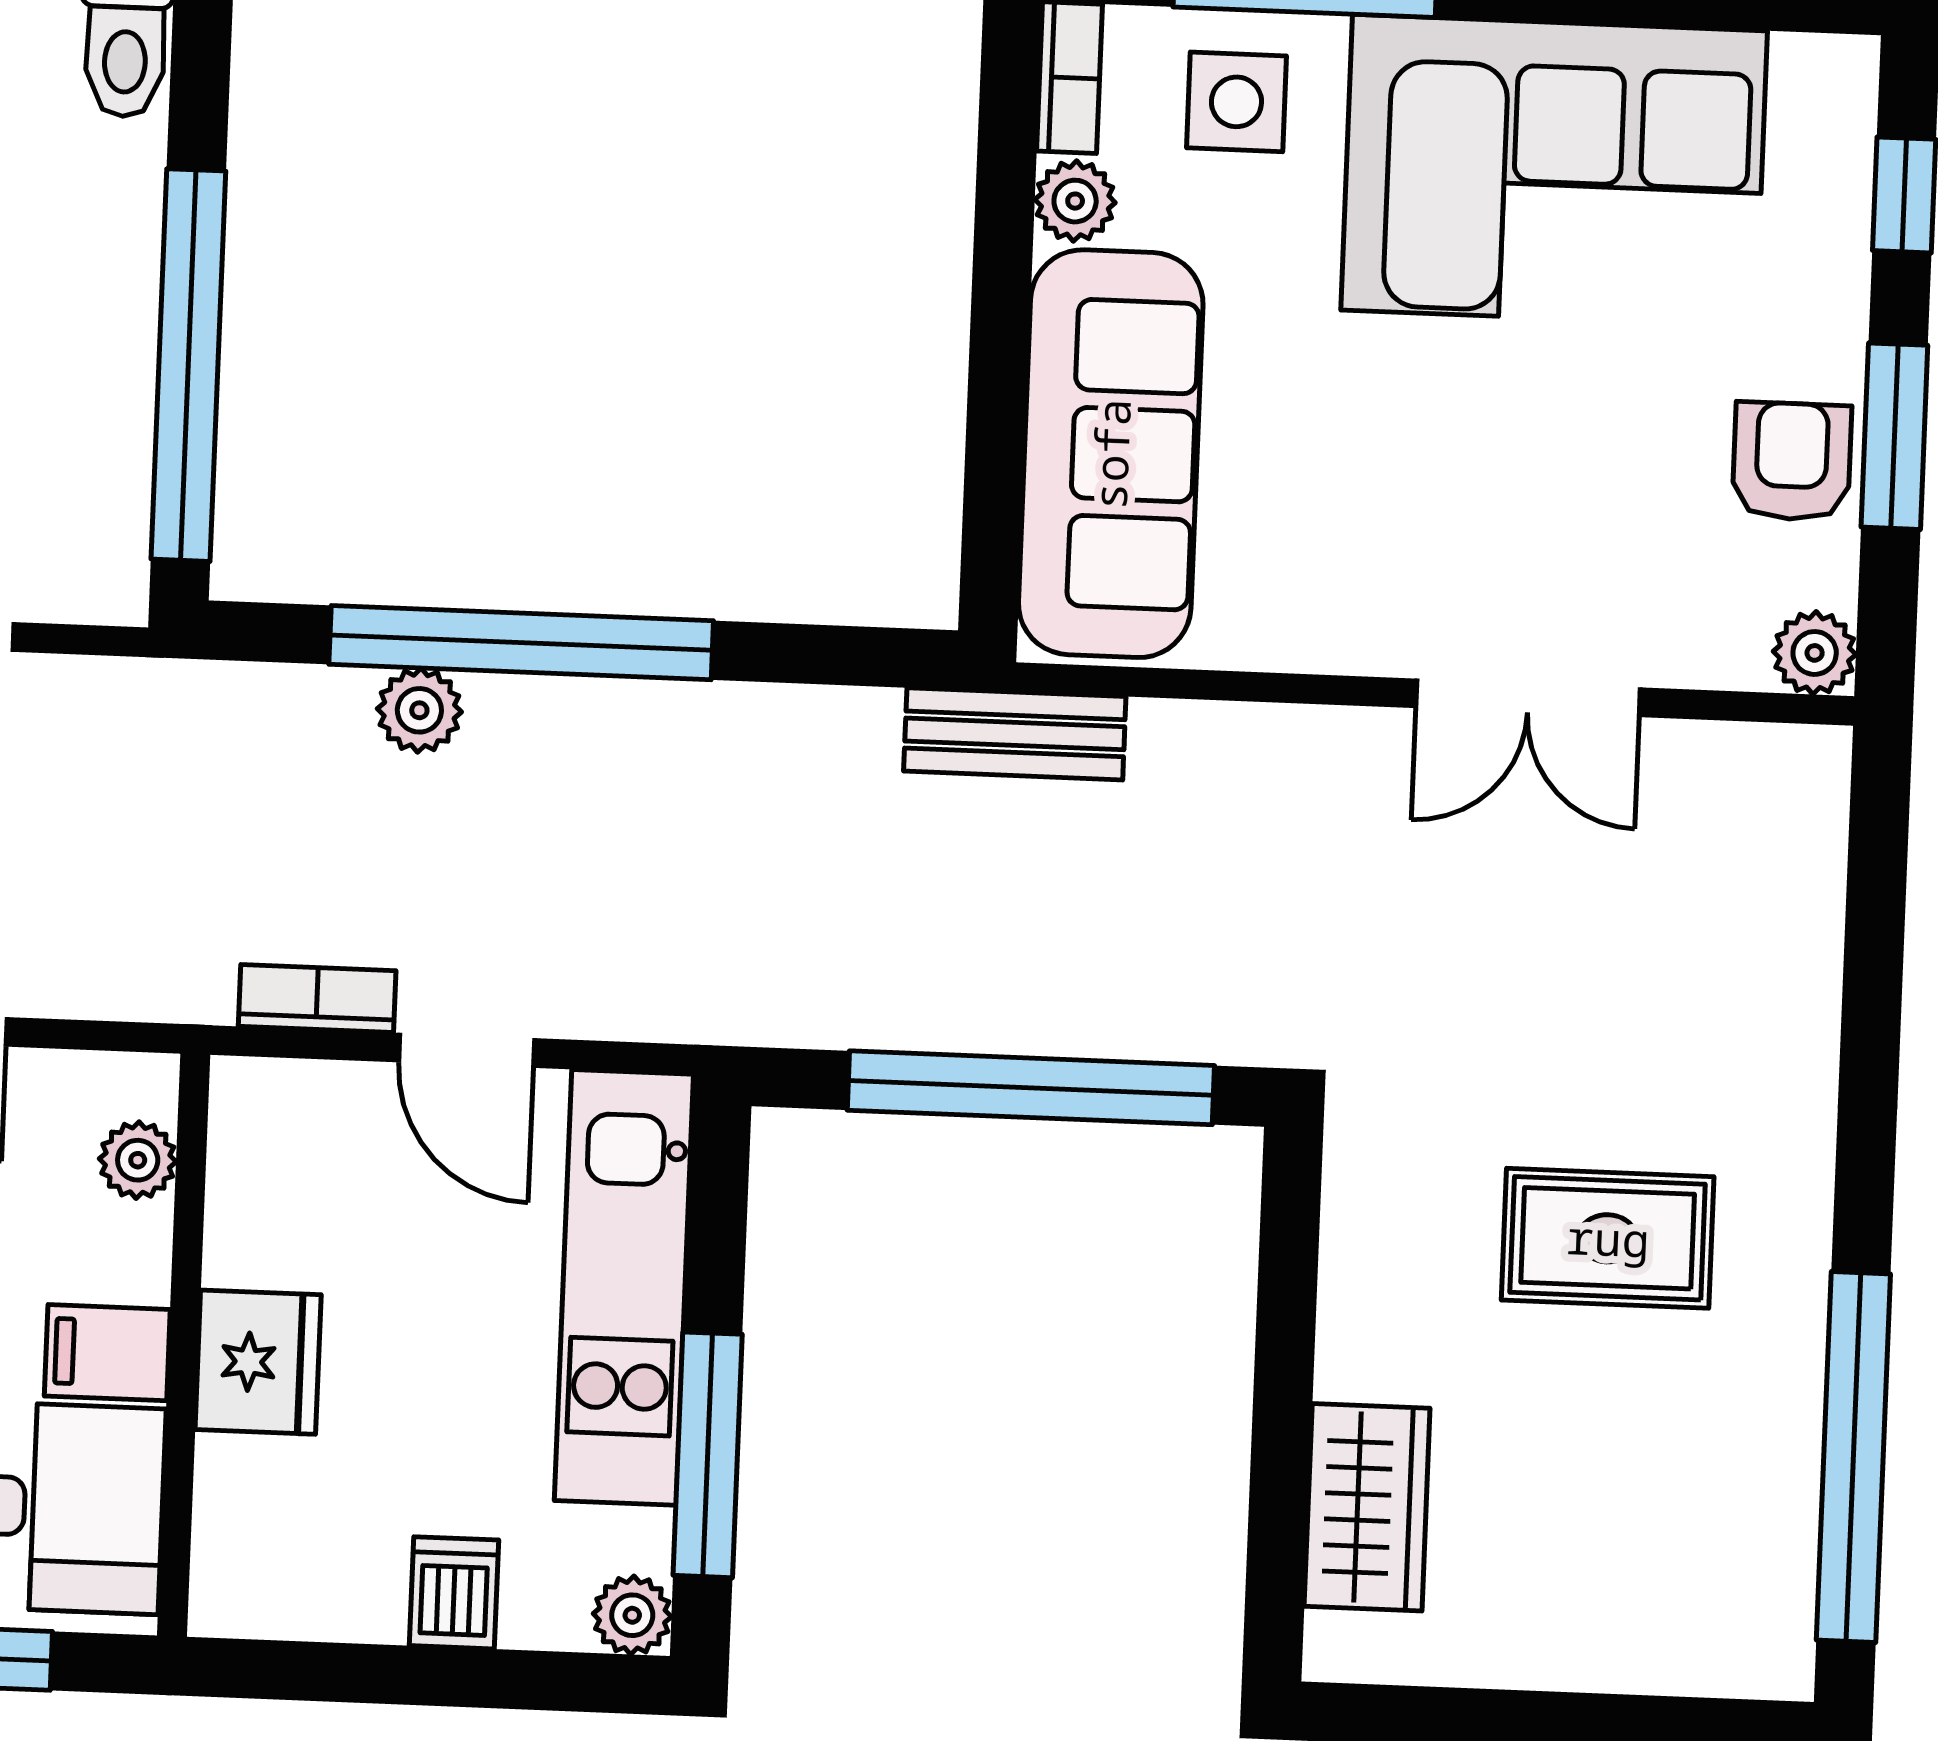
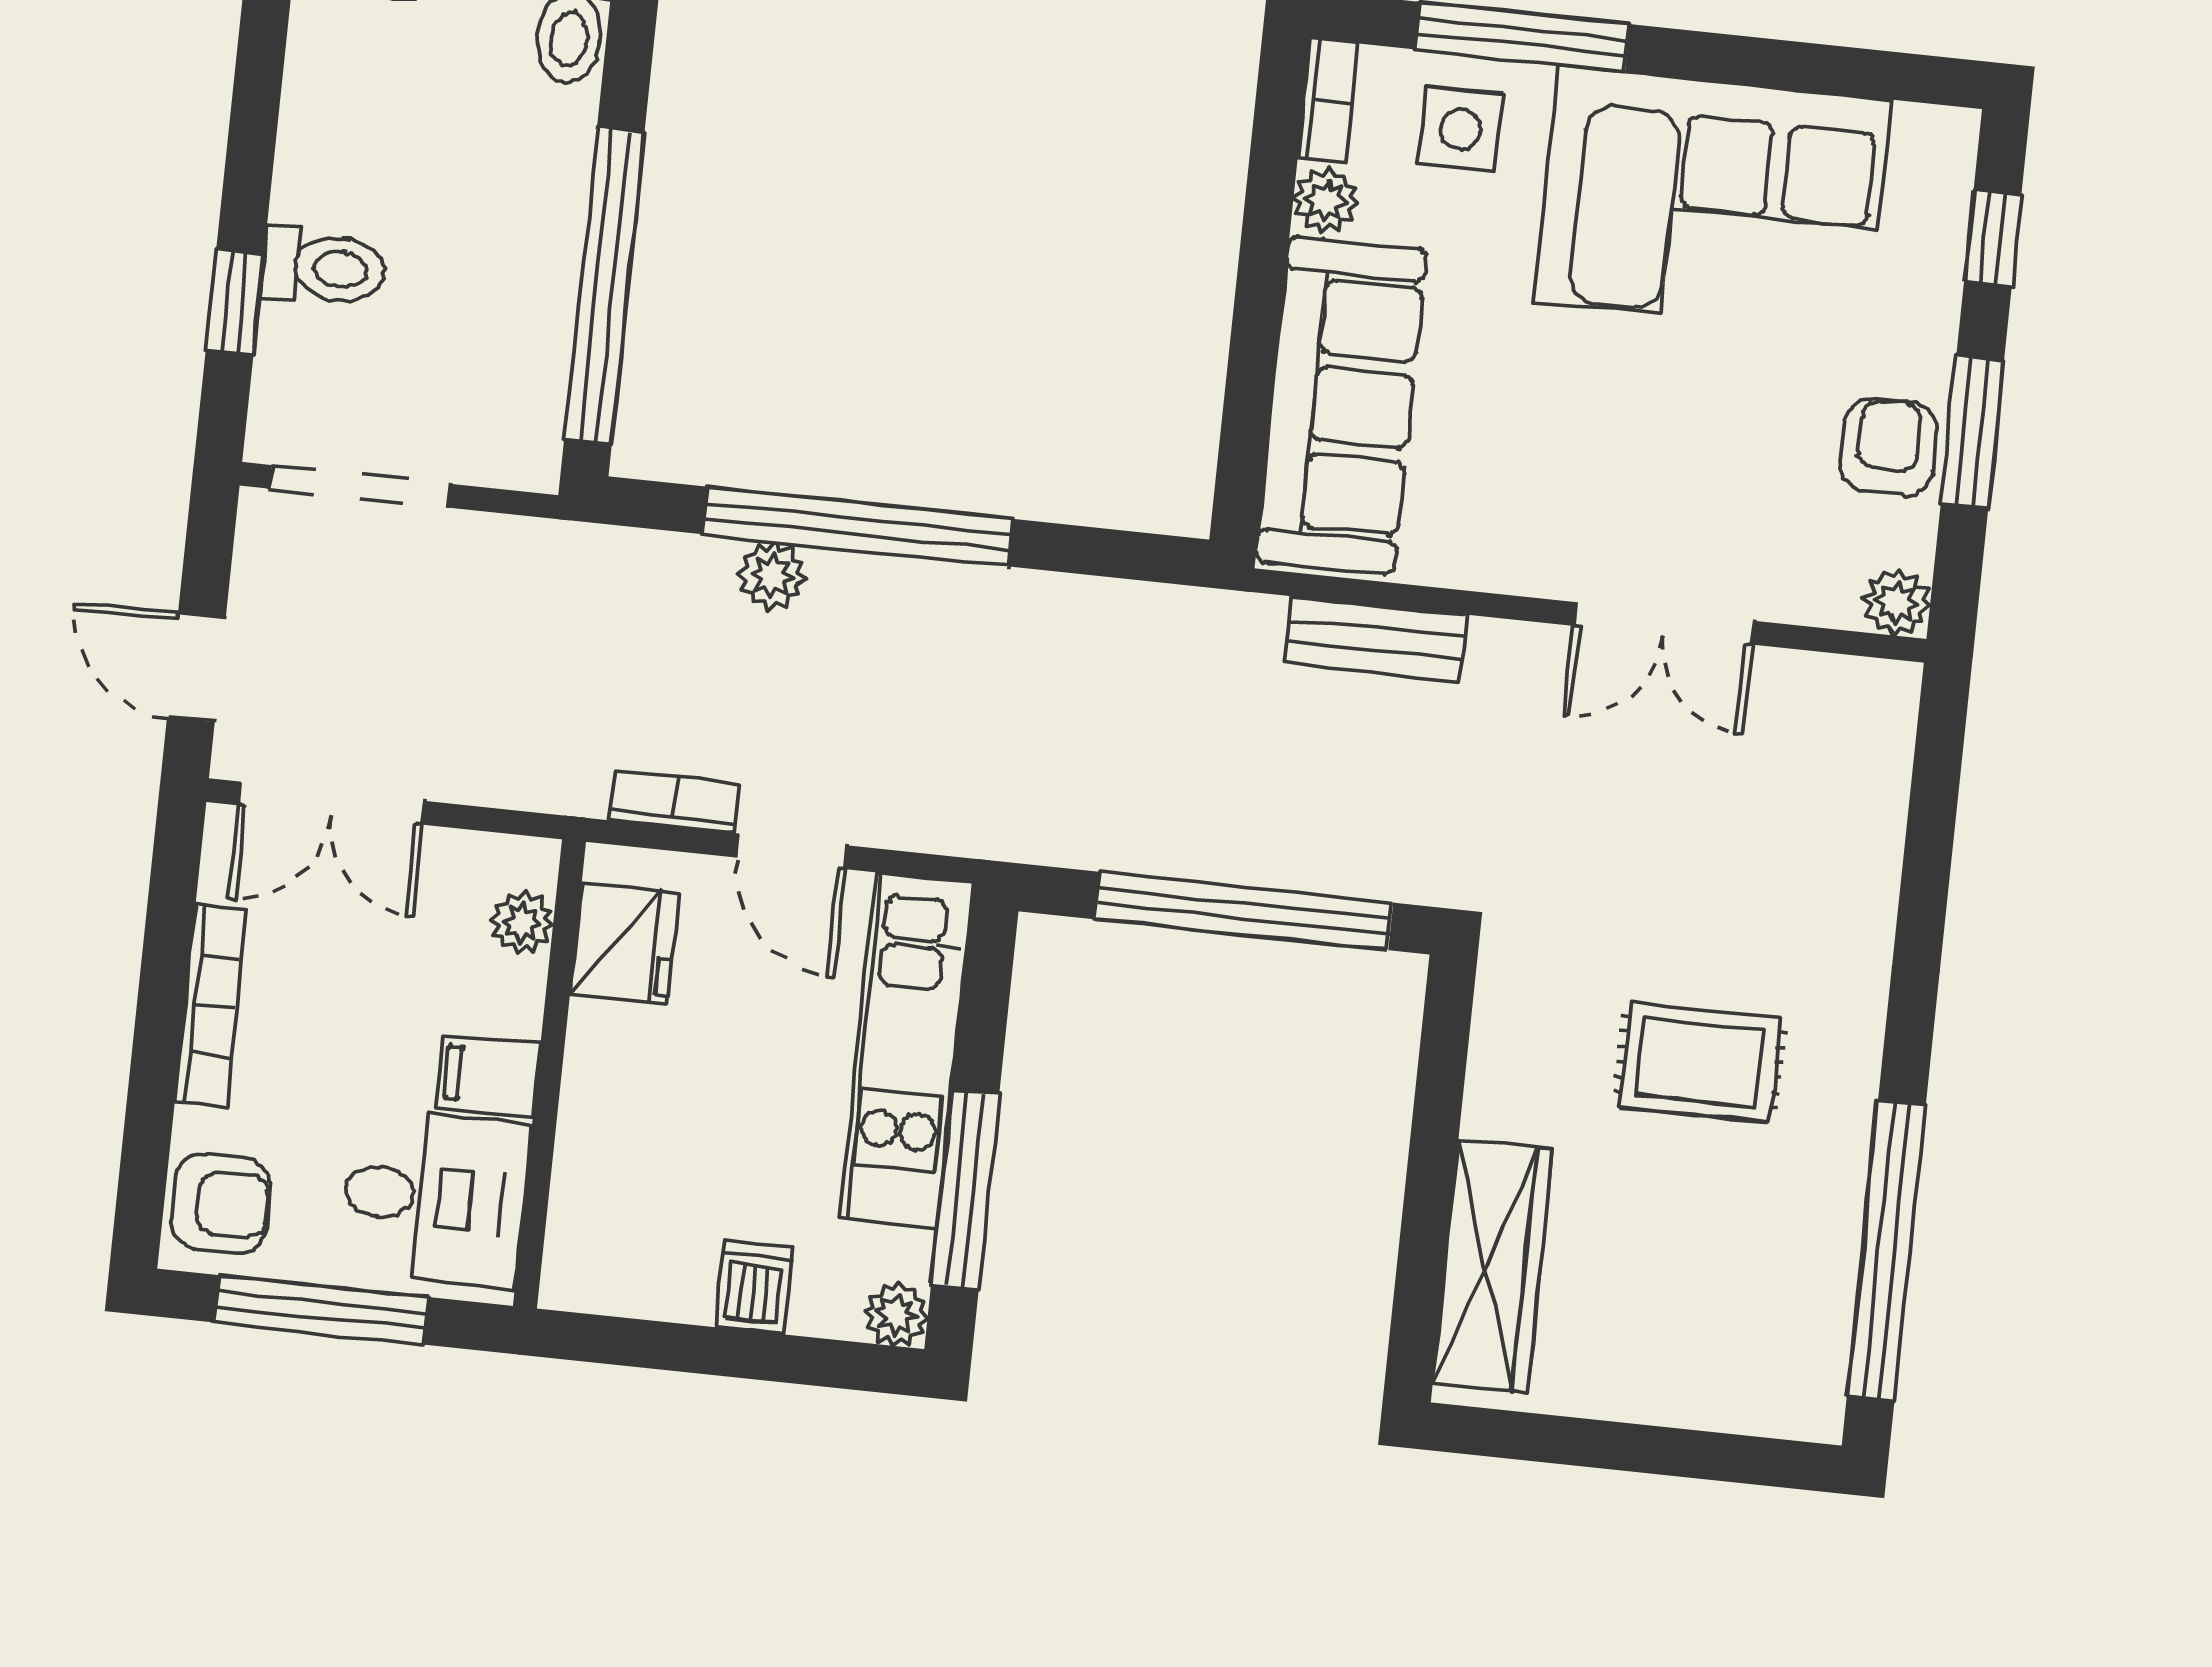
bench: (1015, 734) -> (1376, 639), moved
fridge: (258, 1362) -> (624, 944), moved
wardrobe: (1367, 1507) -> (1493, 1266), width x1.50

